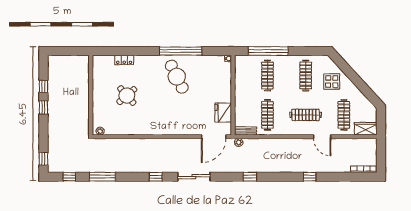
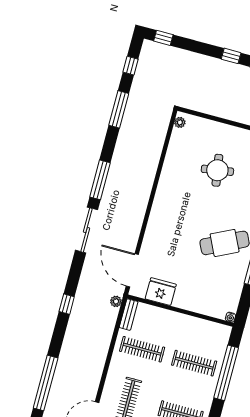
round table: (127, 96) -> (217, 170), turned 32
window: (156, 177) -> (100, 180), width x2.17
window: (310, 177) -> (46, 383), width x3.17

